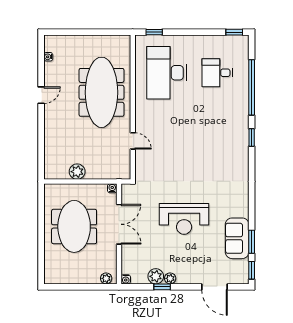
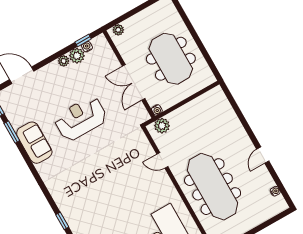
plant: (77, 172) -> (162, 126), moved
sofa: (237, 238) -> (34, 143), moved
water cooler: (126, 279) -> (87, 47), moved
window: (162, 287) -> (83, 41), moved

